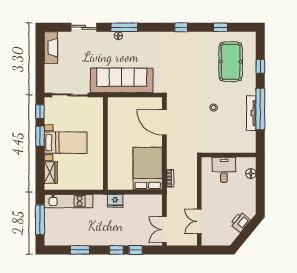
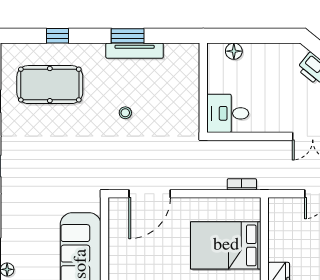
window: (260, 109) -> (128, 36), width x0.47
bed: (148, 169) -> (226, 245), moved
desk: (224, 170) -> (228, 113), moved

